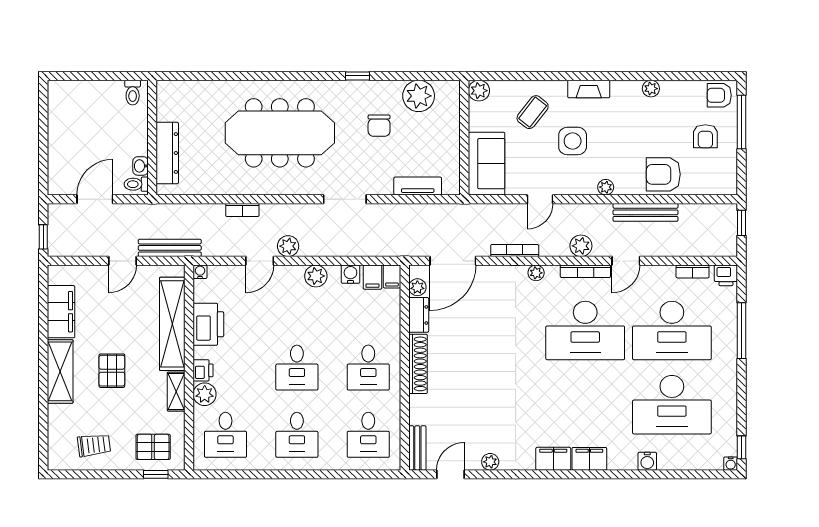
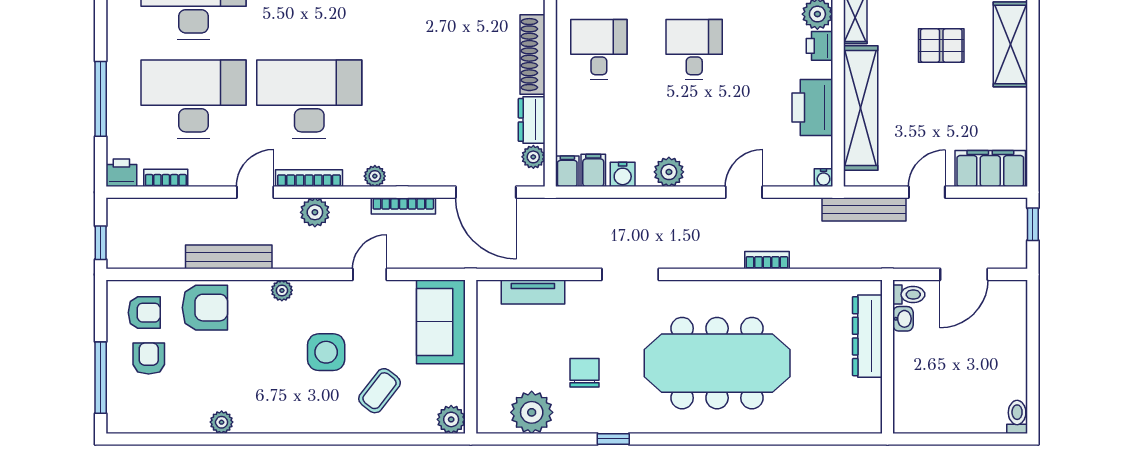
fireplace: (589, 89) -> (305, 422), removed
toilet: (133, 93) -> (1017, 417), moved
armchair: (719, 95) -> (144, 313), moved
plant: (288, 246) -> (706, 212), removed
door: (453, 261) -> (486, 192), swing flipped
filing cabinet: (61, 312) -> (990, 169), moved, turned 90
pallet: (112, 371) -> (941, 46), turned 90

